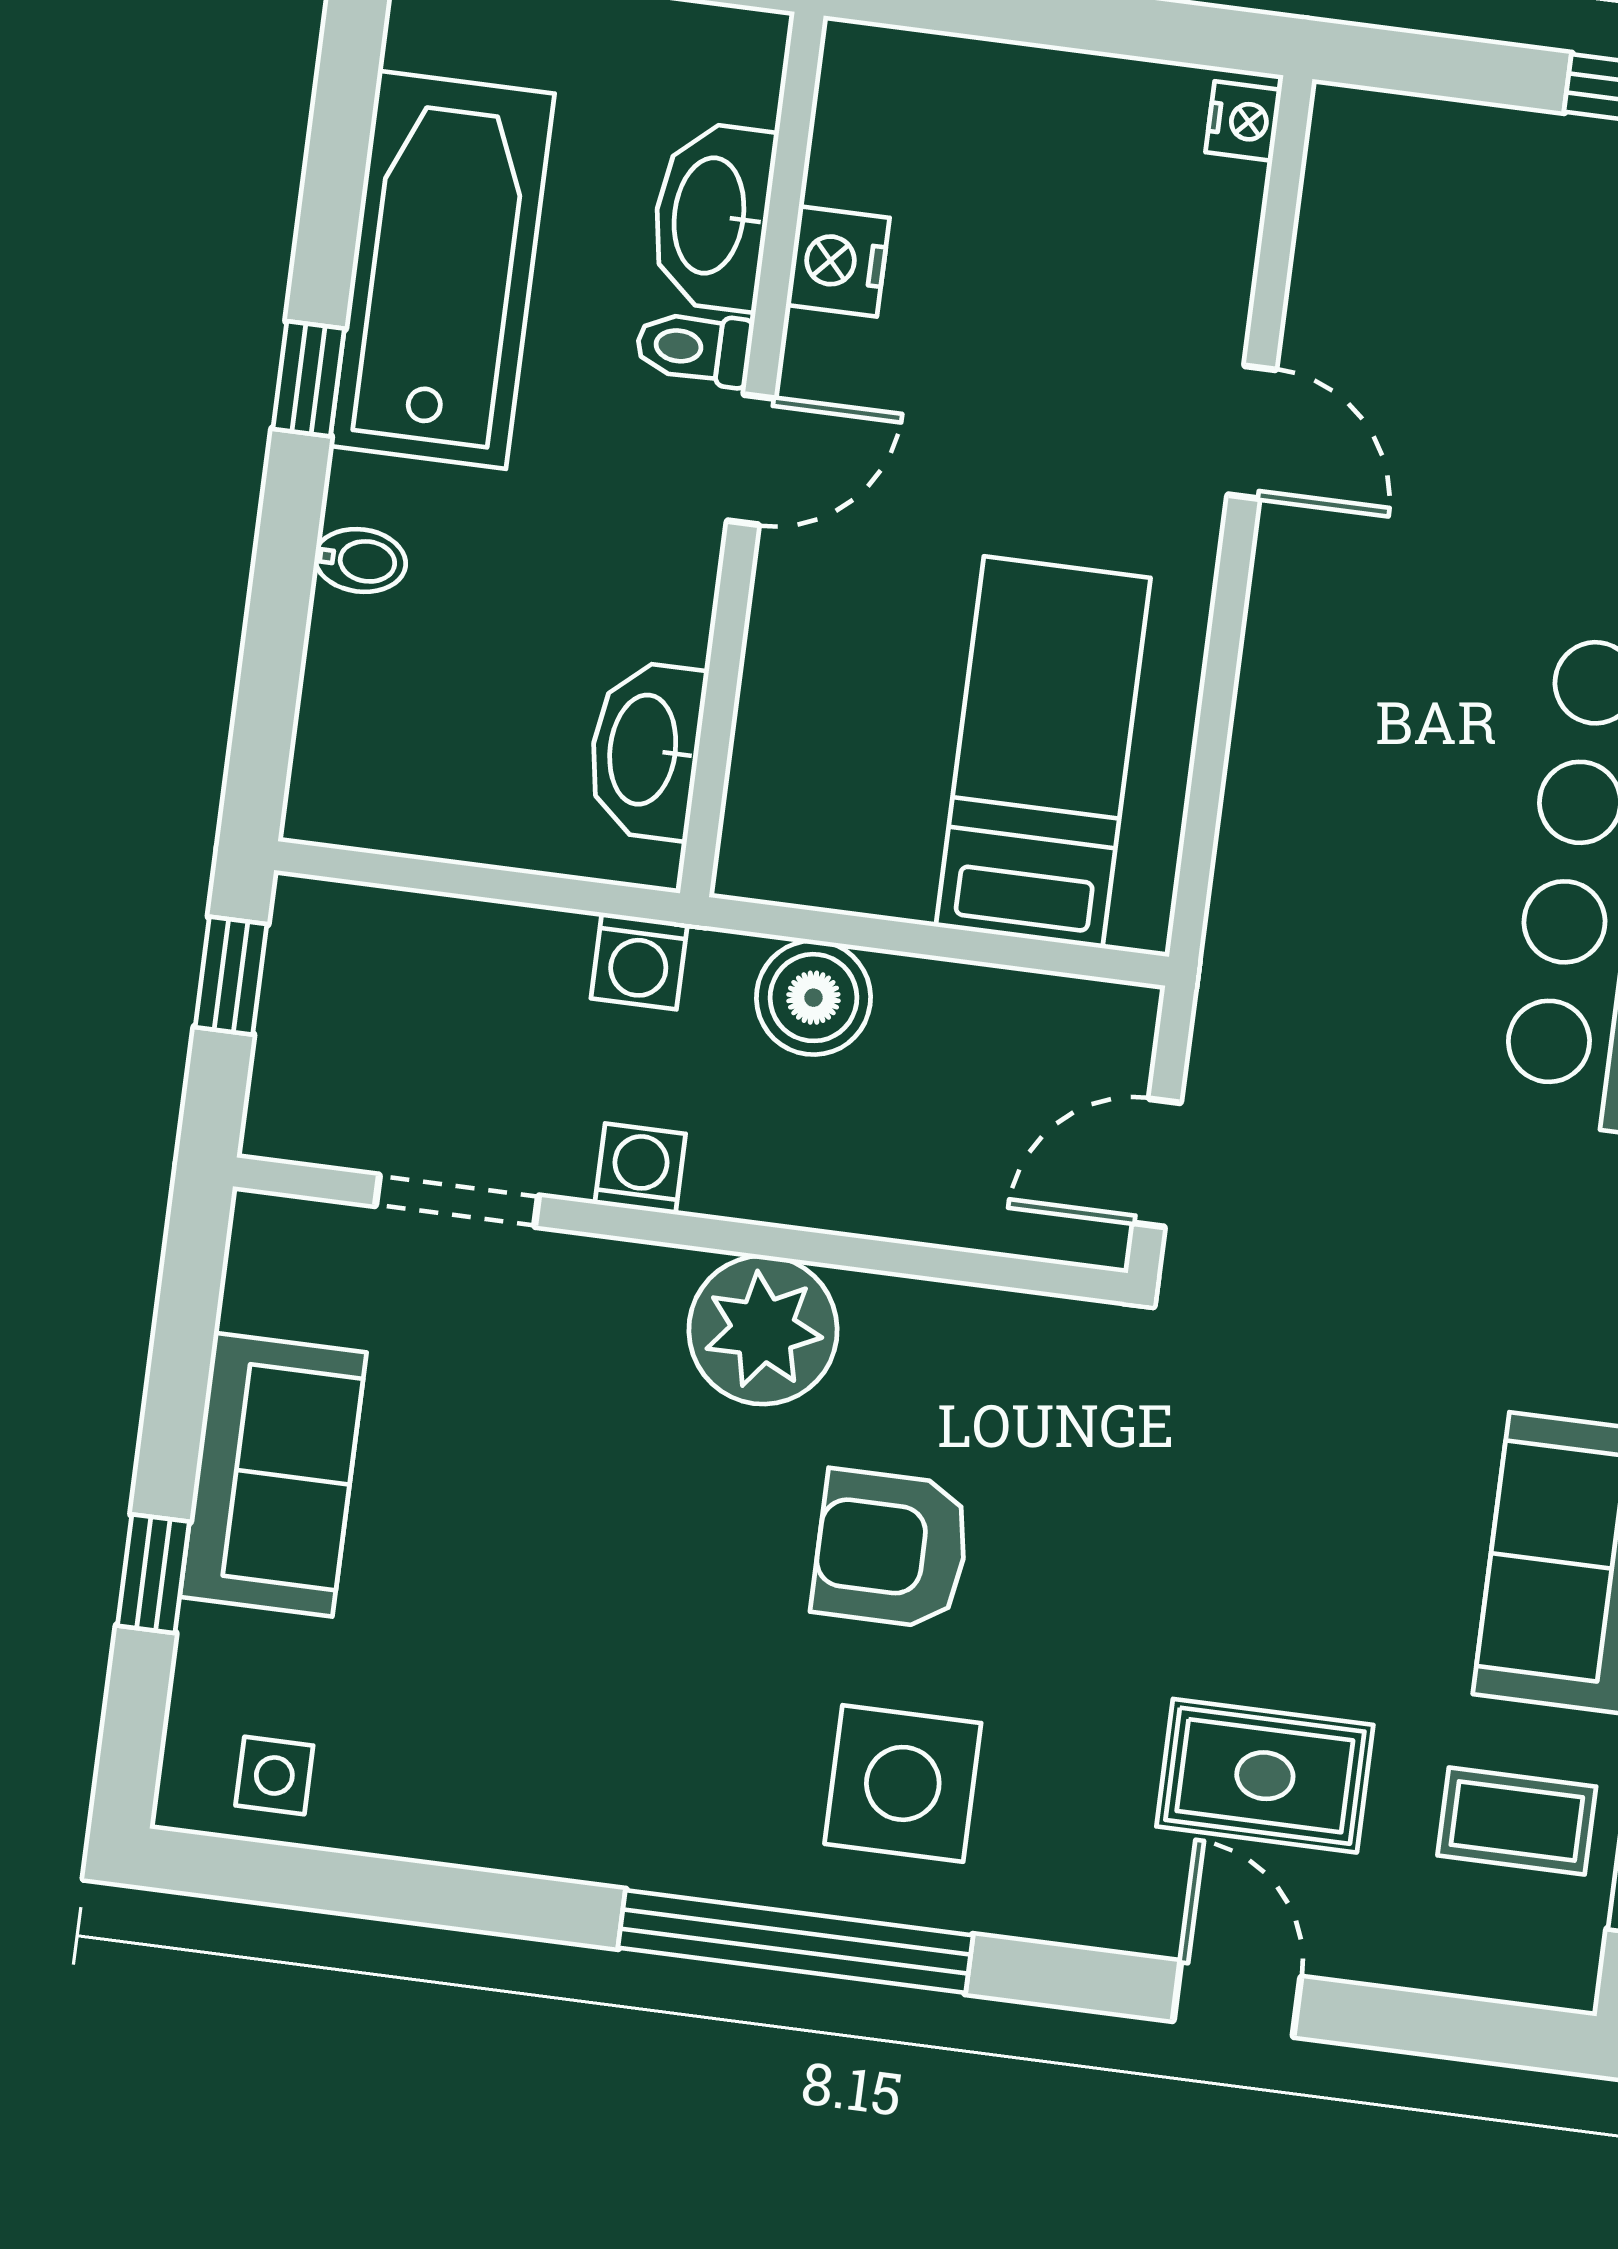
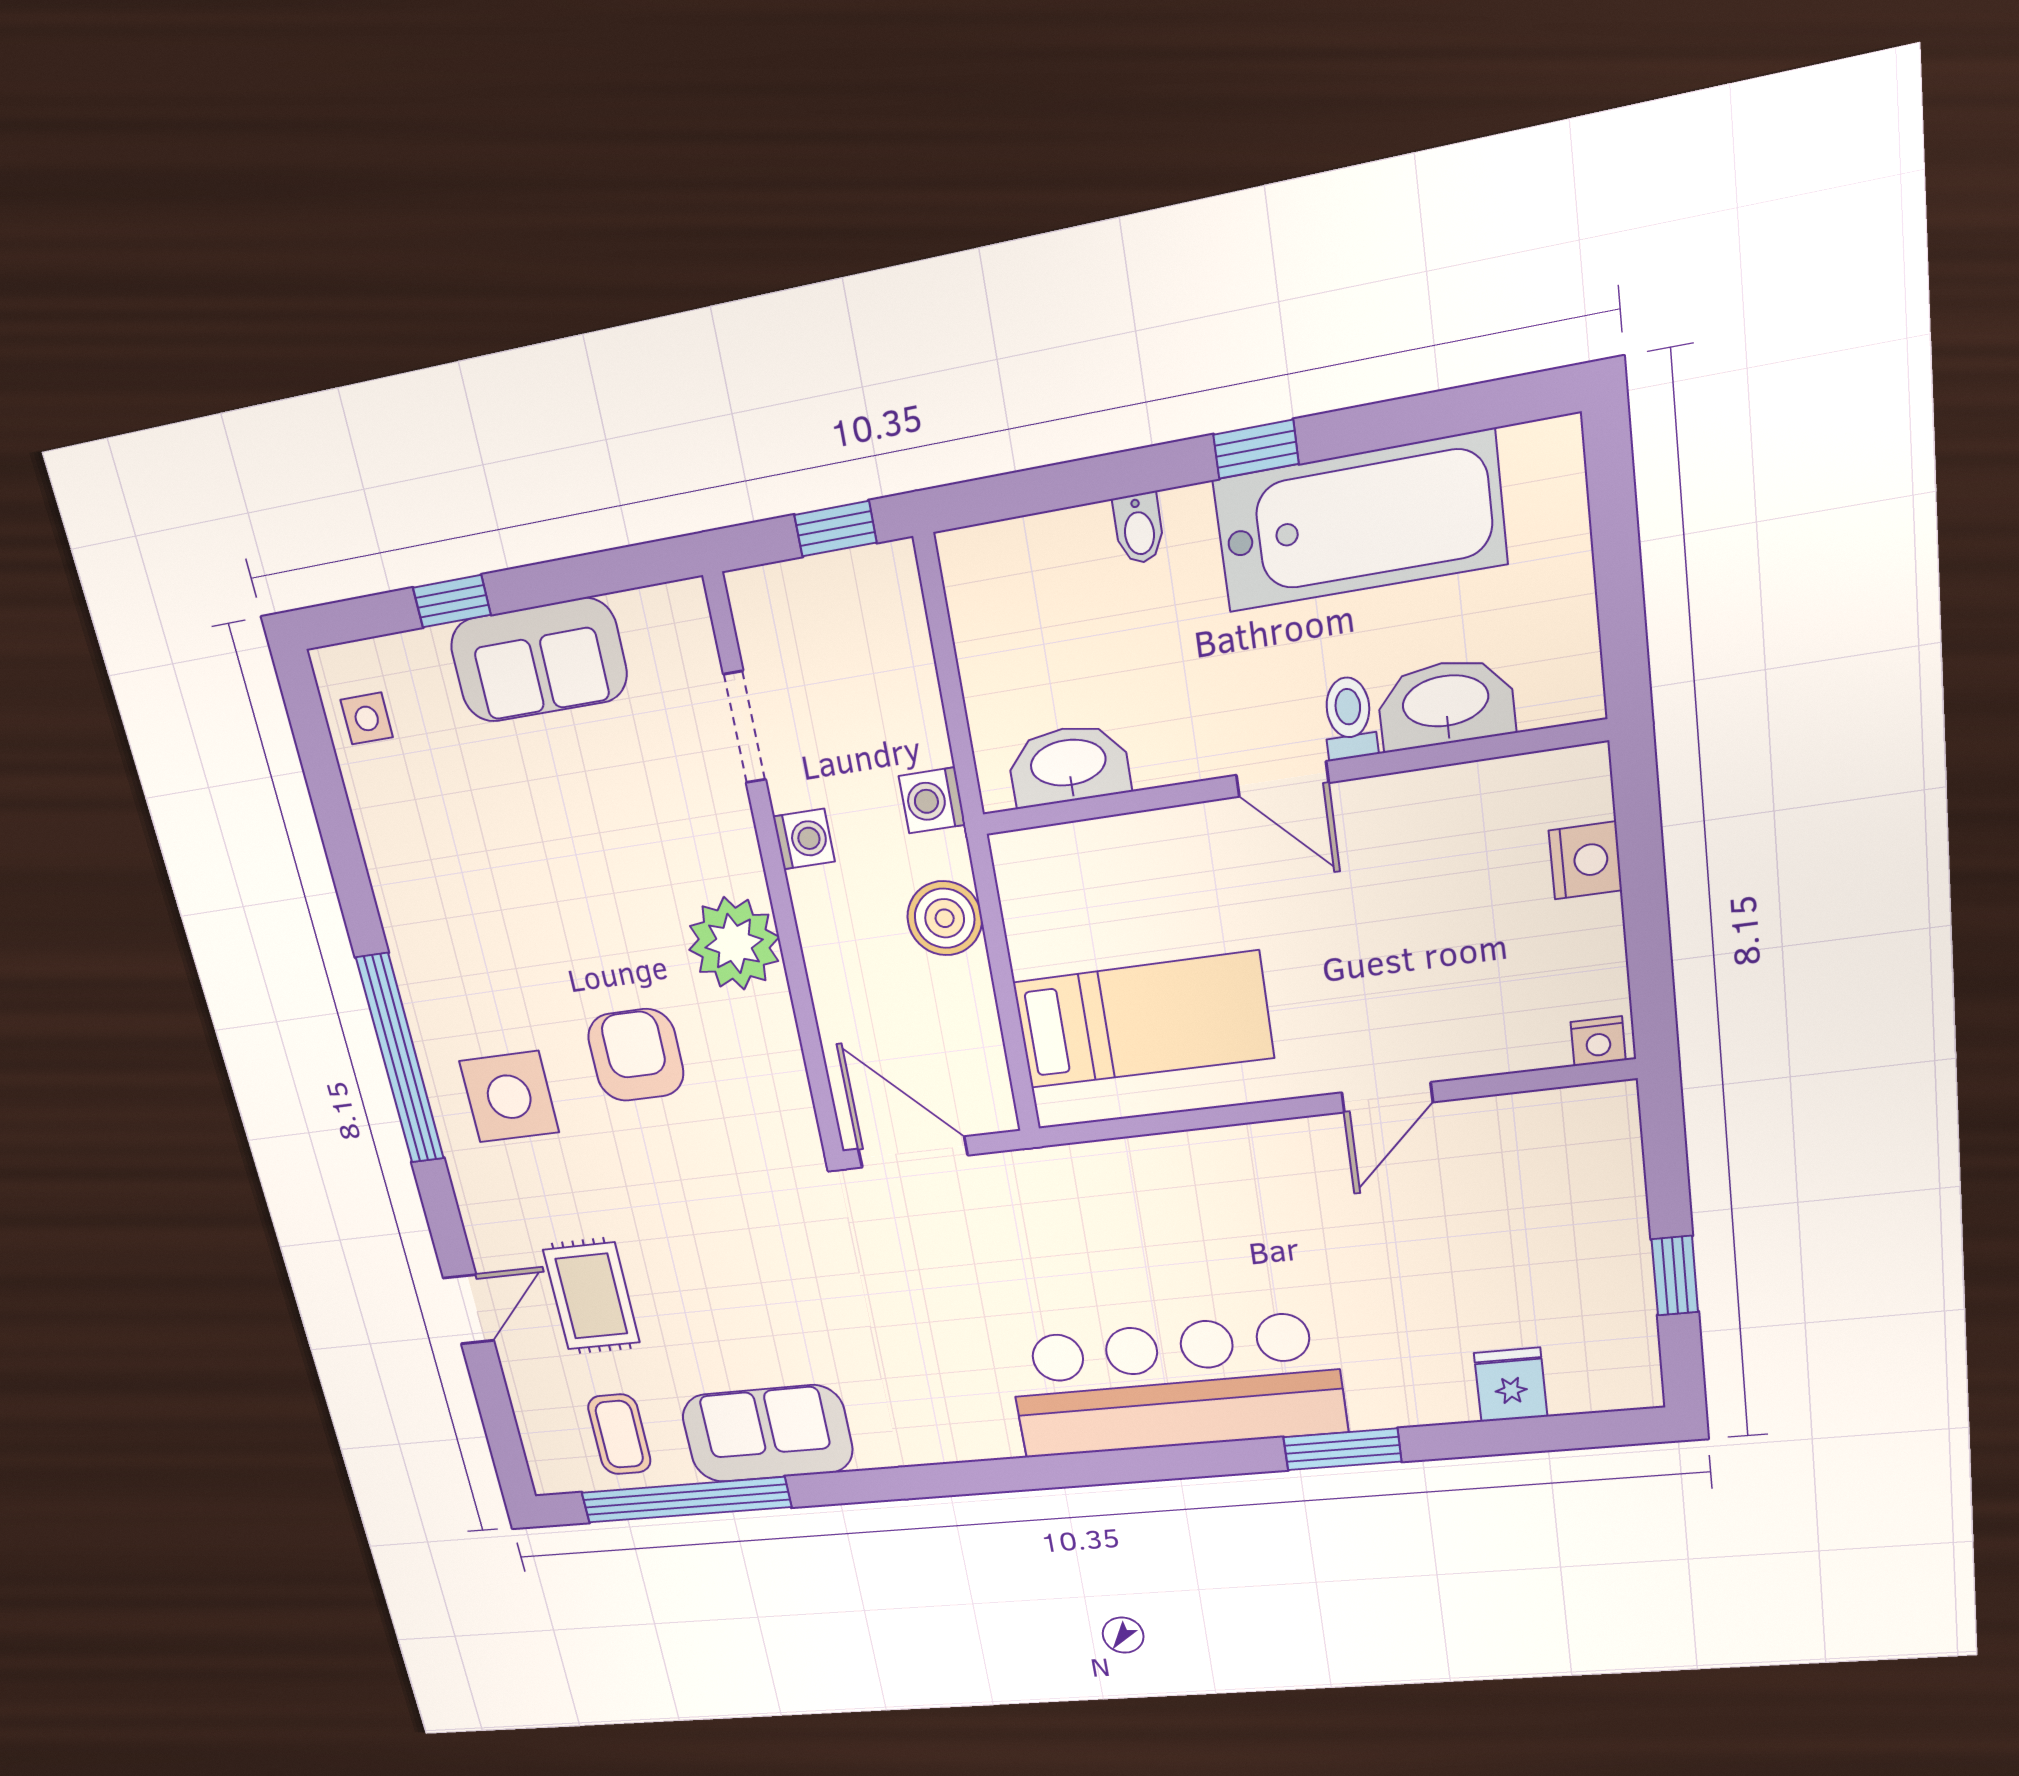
nightstand: (838, 261) -> (1585, 860), moved, turned 90
door: (1157, 1163) -> (913, 1152), width x1.38

